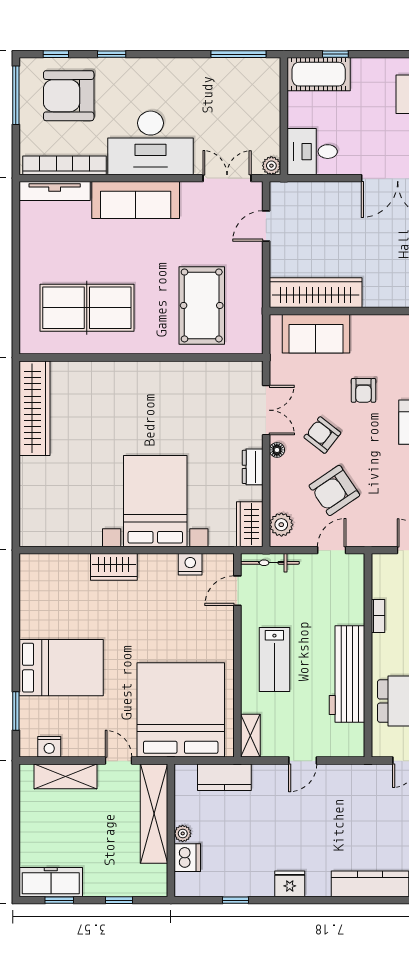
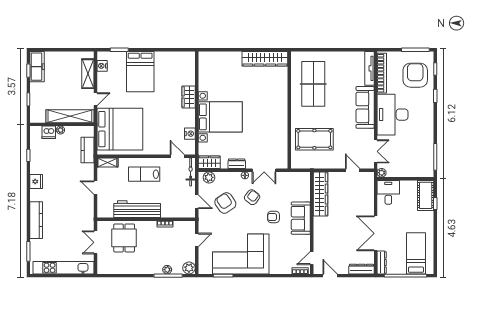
sofa: (316, 334) -> (301, 218), moved

